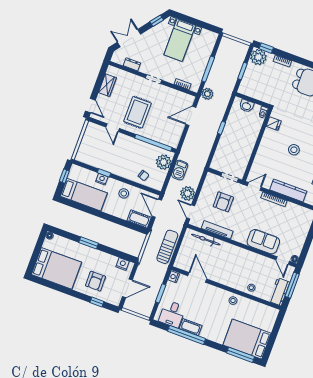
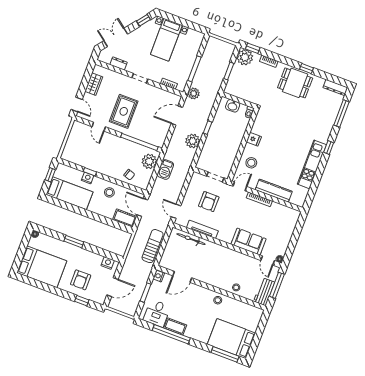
fridge: (274, 124) -> (254, 139), moved
stool: (294, 150) -> (251, 163), moved
plant: (188, 193) -> (193, 141), moved
door: (197, 277) -> (182, 277), swing flipped

